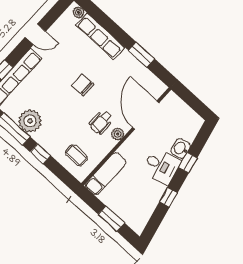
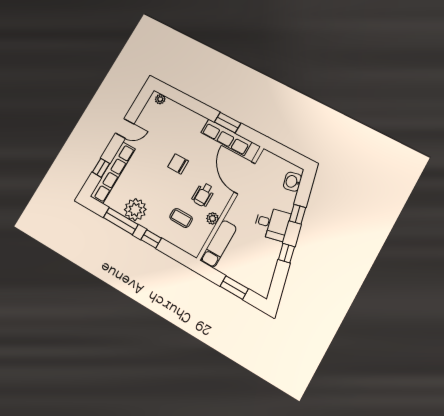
row of seats: (100, 36) -> (226, 137), moved
plant: (118, 134) -> (213, 218), moved
washbasin: (181, 148) -> (292, 182), moved
coffee table: (76, 155) -> (181, 218), moved

